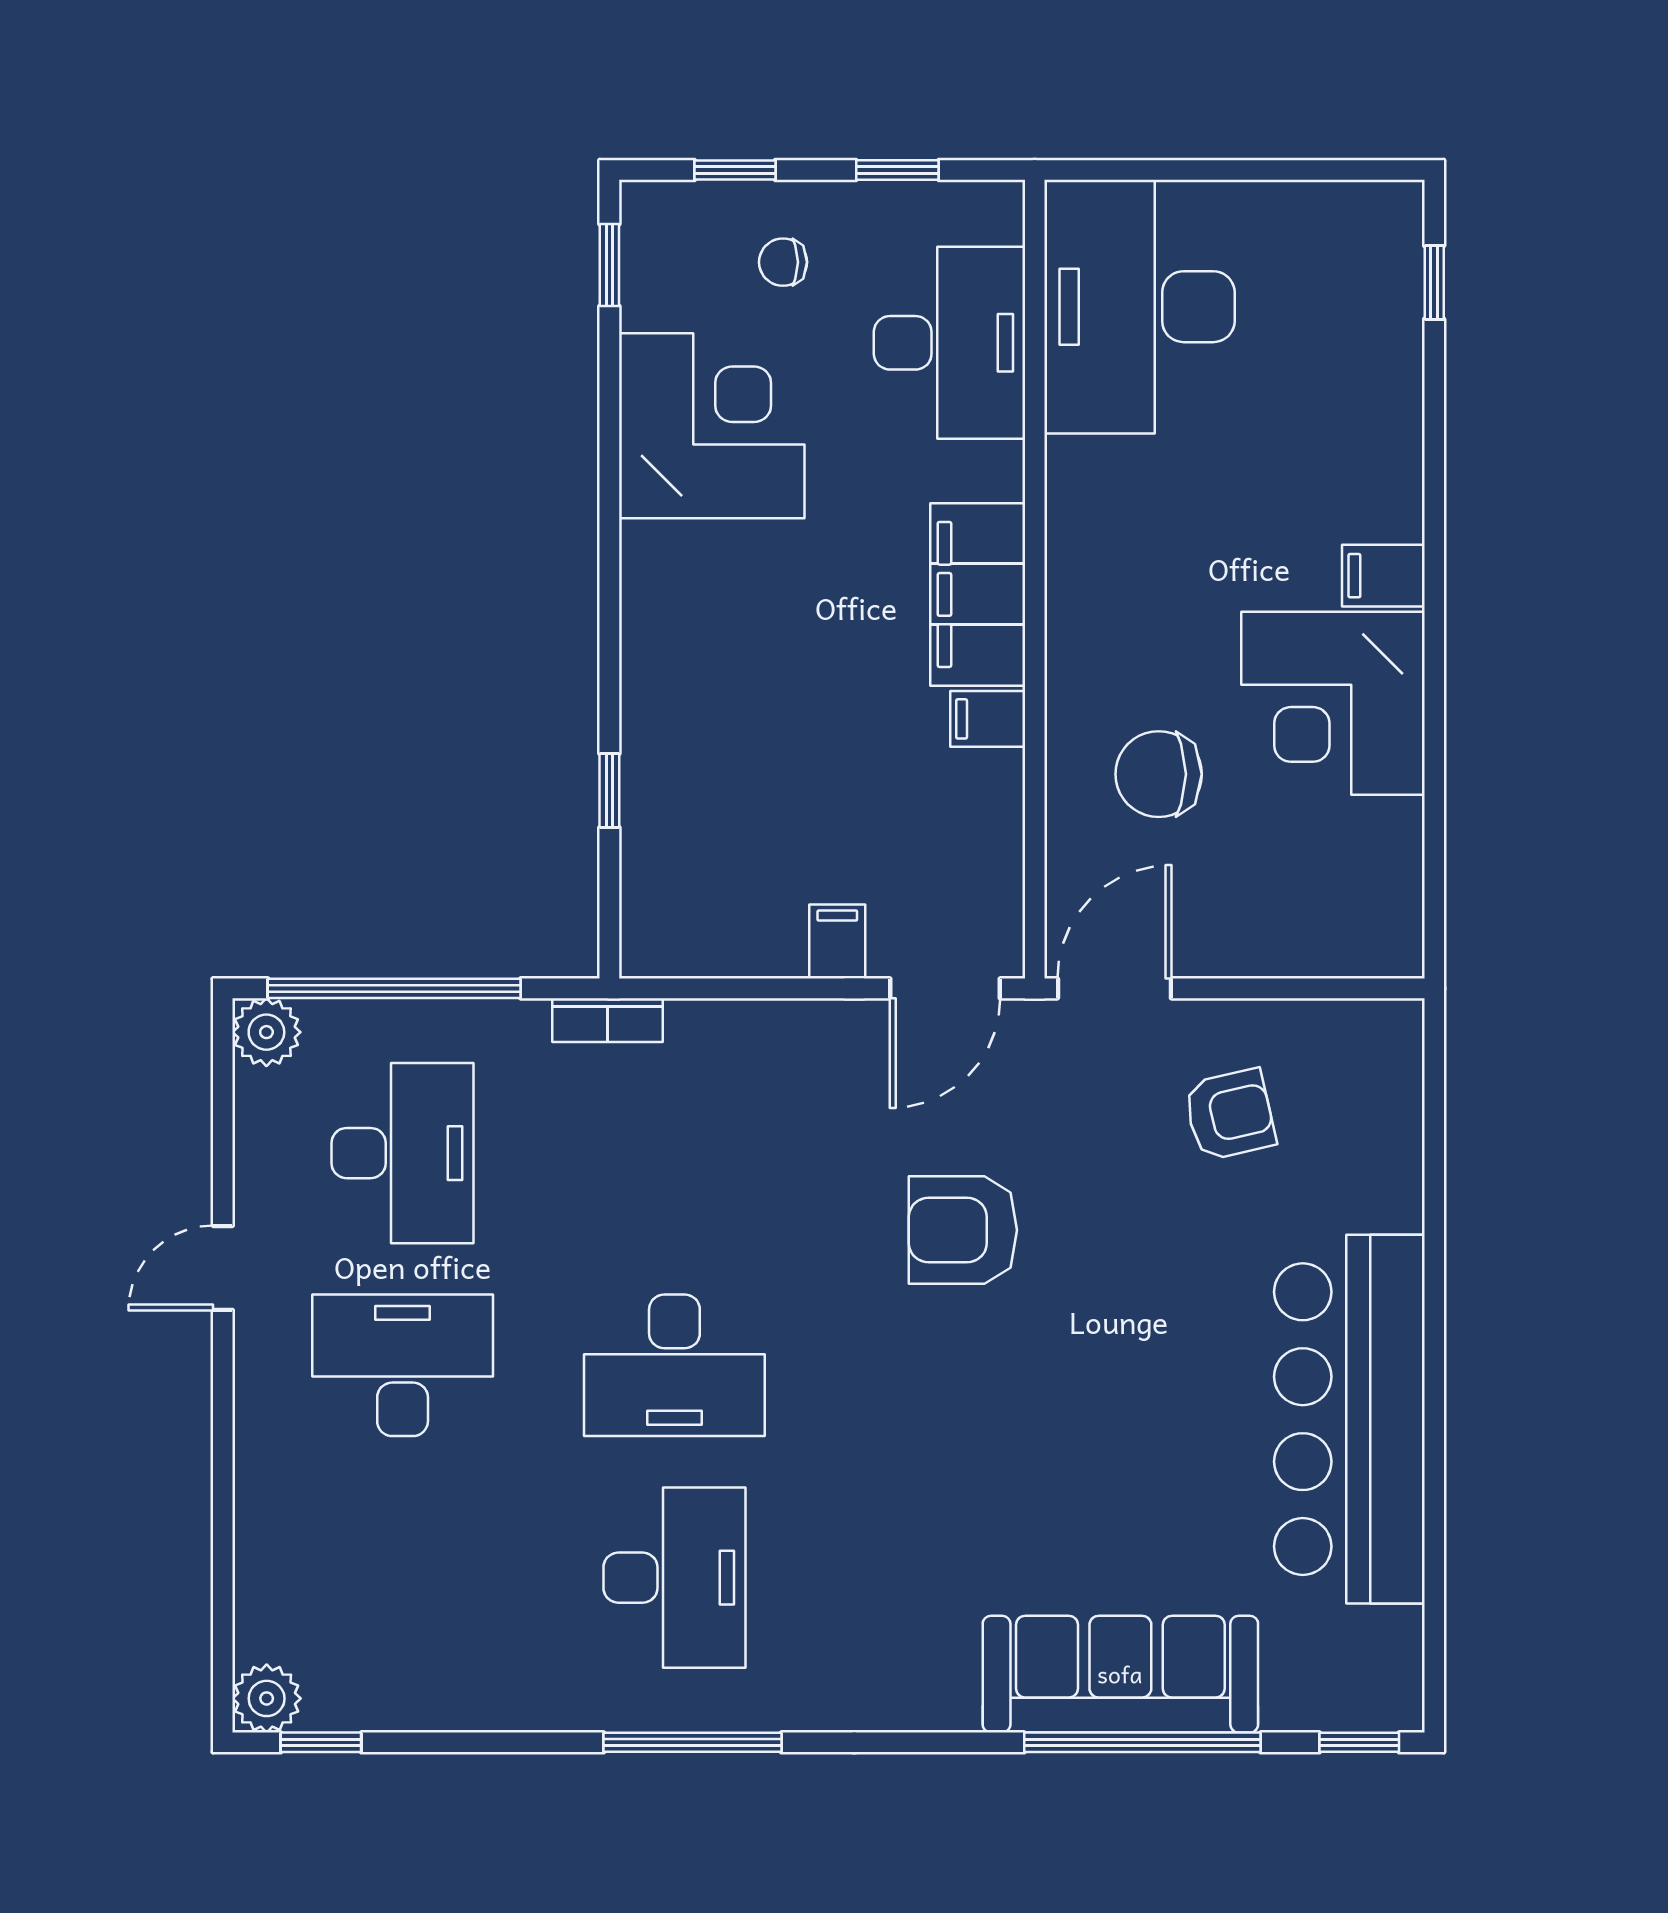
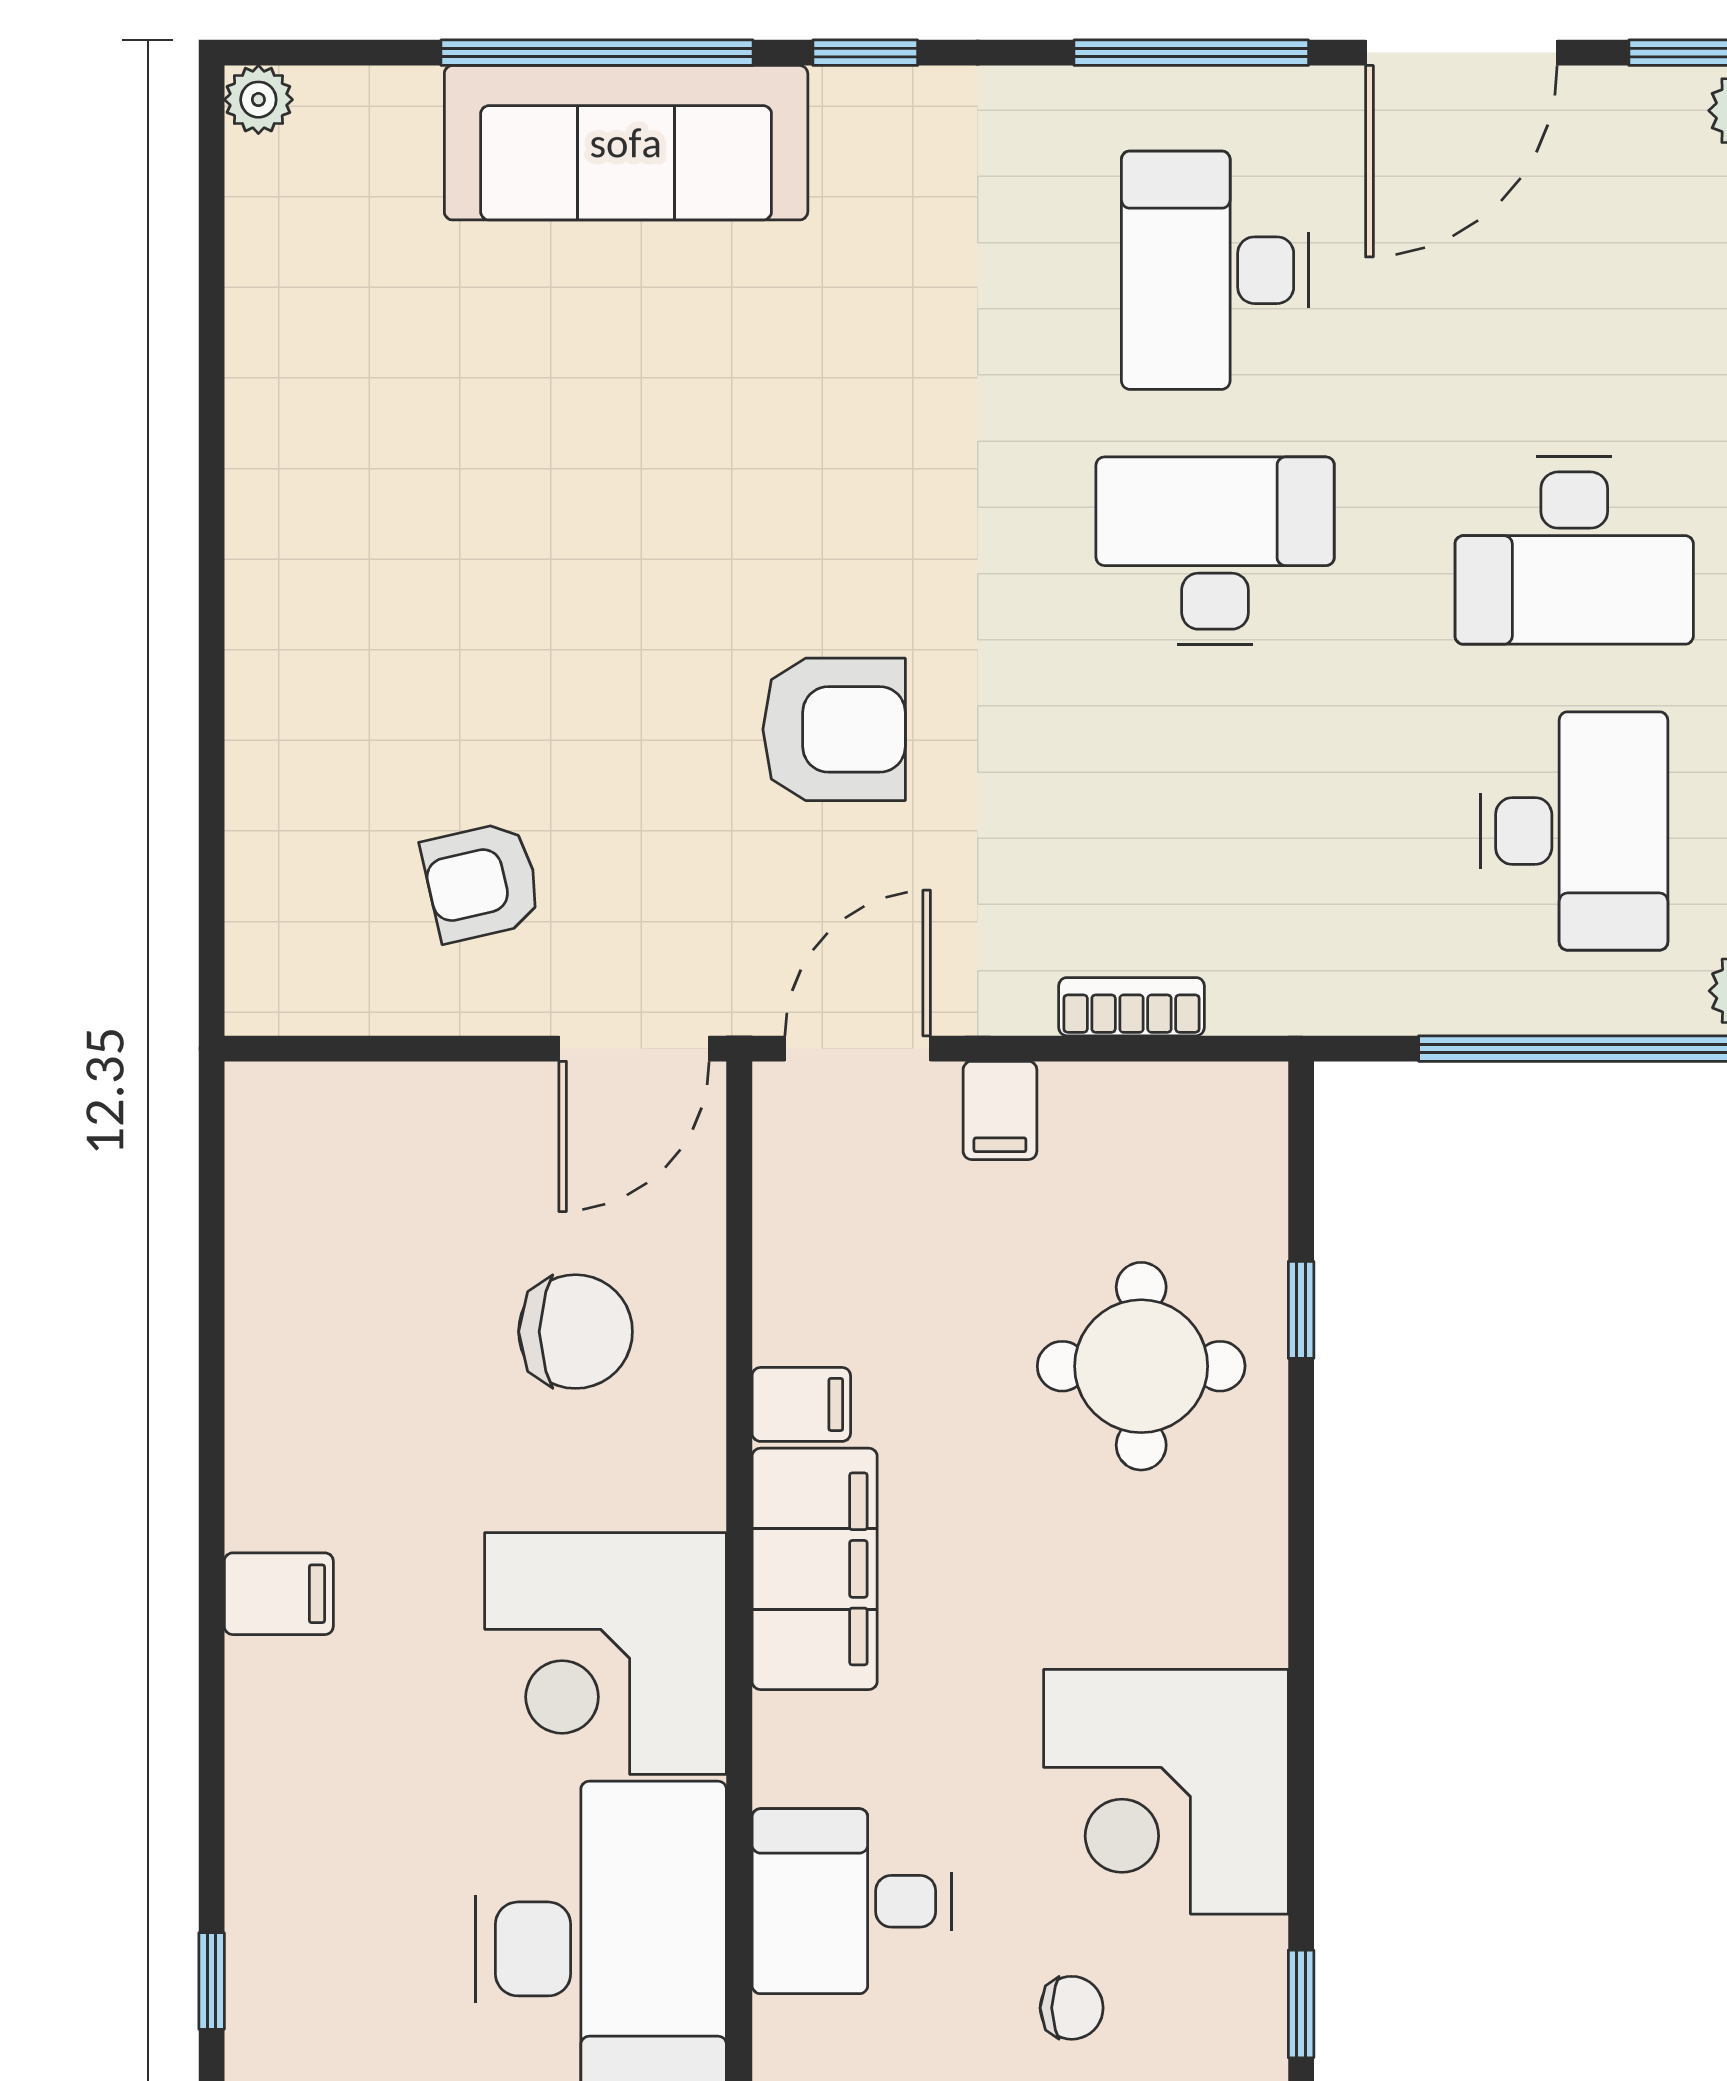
desk: (949, 343) -> (852, 1901), width x0.73
corner desk: (1333, 703) -> (606, 1653), moved, turned 180
round table: (730, 748) -> (1141, 1366), added
bookcase: (607, 1020) -> (1132, 1007), moved
desk: (403, 1153) -> (1574, 831), turned 180
bar counter: (1349, 1419) -> (324, 480), removed
plant: (1399, 1707) -> (258, 100), added
door: (488, 1742) -> (1461, 53), added
window: (1359, 1742) -> (865, 53), moved

